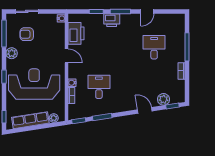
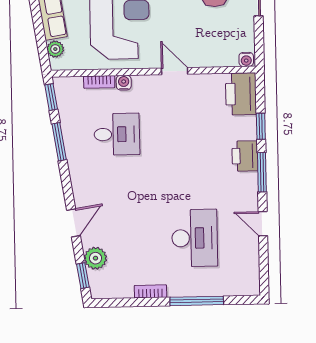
printer: (76, 33) -> (241, 94), moved, turned 90
desk: (154, 47) -> (195, 238), width x1.37
door: (67, 56) -> (175, 71), swing flipped

